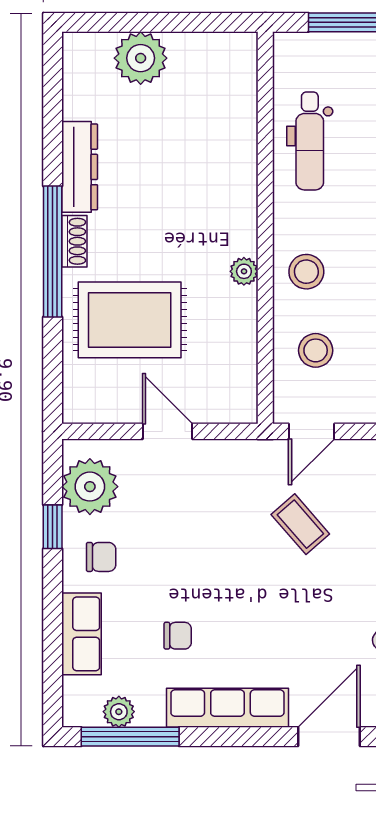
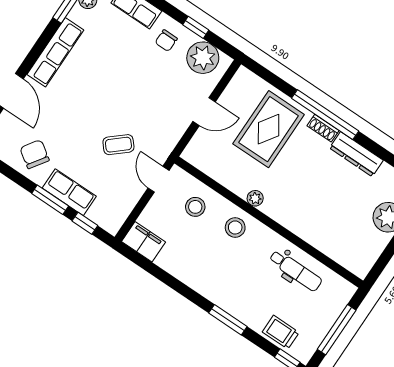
dental chair: (310, 141) -> (296, 271), turned 180
chair: (178, 636) -> (105, 52), removed

